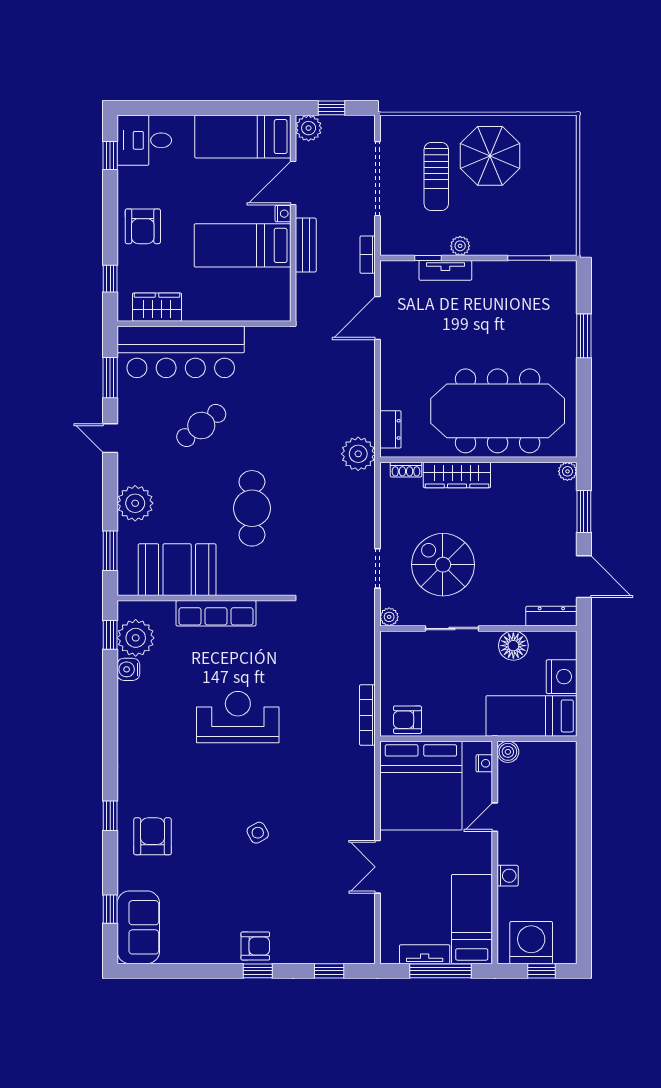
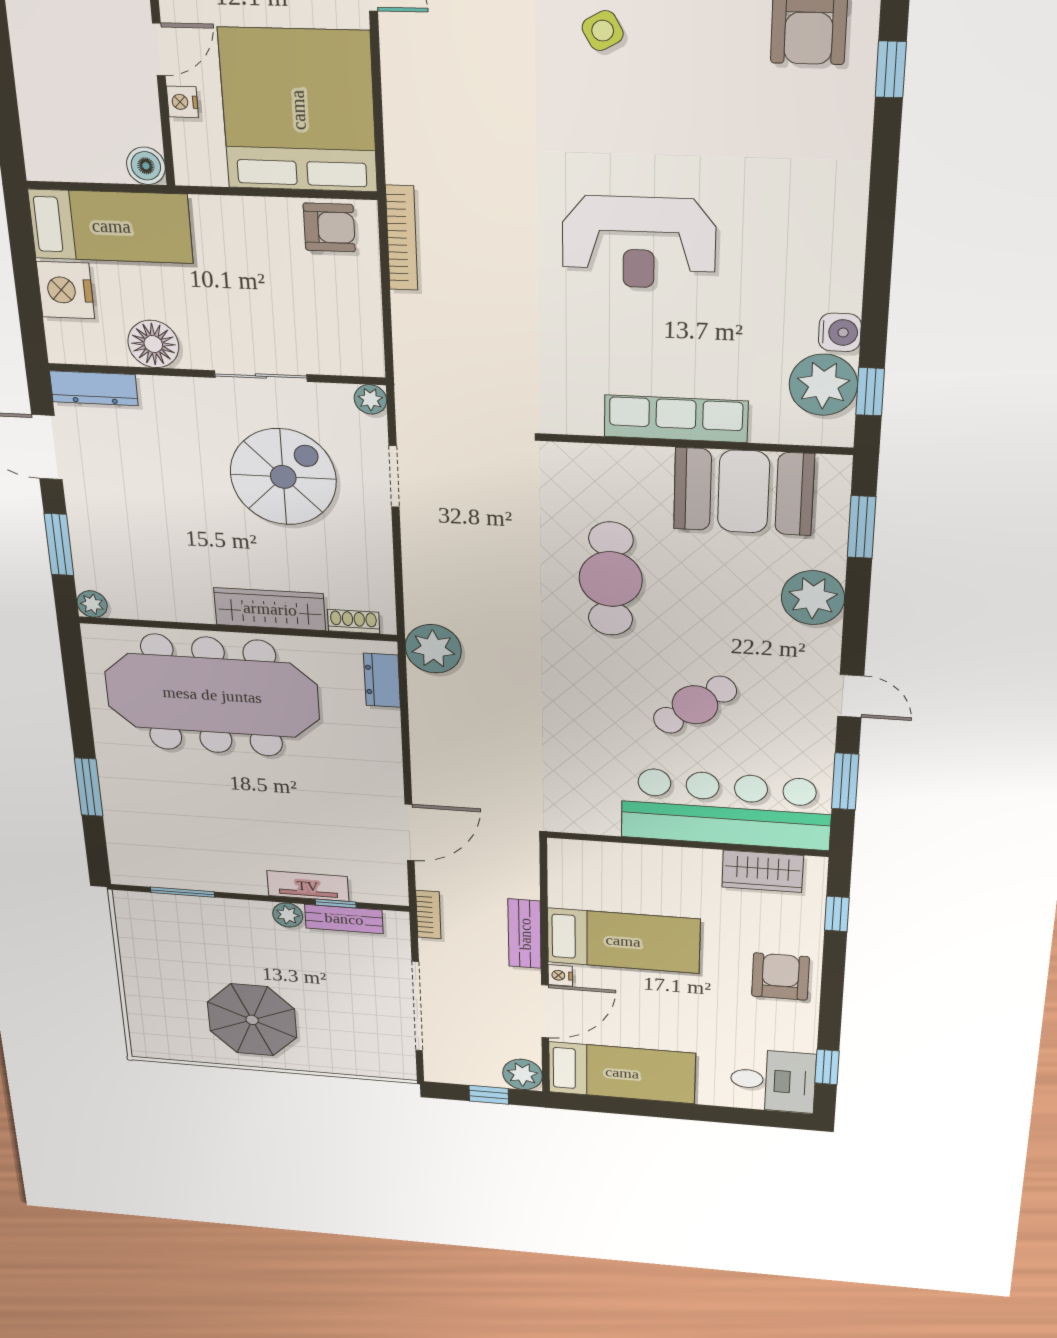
sun lounger: (436, 177) -> (330, 1002), removed
bench: (423, 246) -> (344, 919), added
spiral stairs: (443, 565) -> (283, 477), turned -90
nightstand: (484, 763) -> (182, 102), moved

